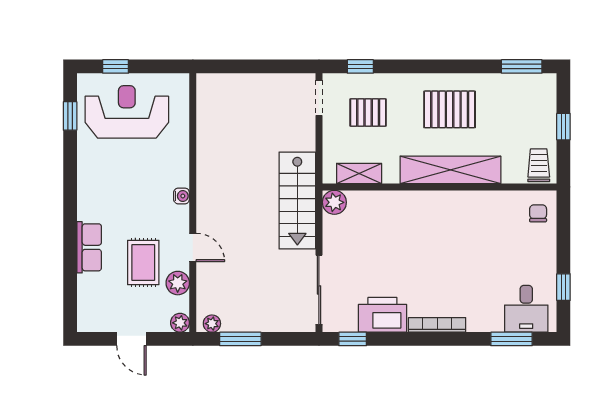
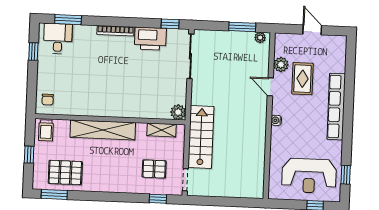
pallet: (450, 109) -> (65, 172), moved
stairs: (297, 200) -> (201, 137), moved
row of seats: (89, 247) -> (336, 107), width x2.02
plant: (180, 323) -> (281, 39), removed

